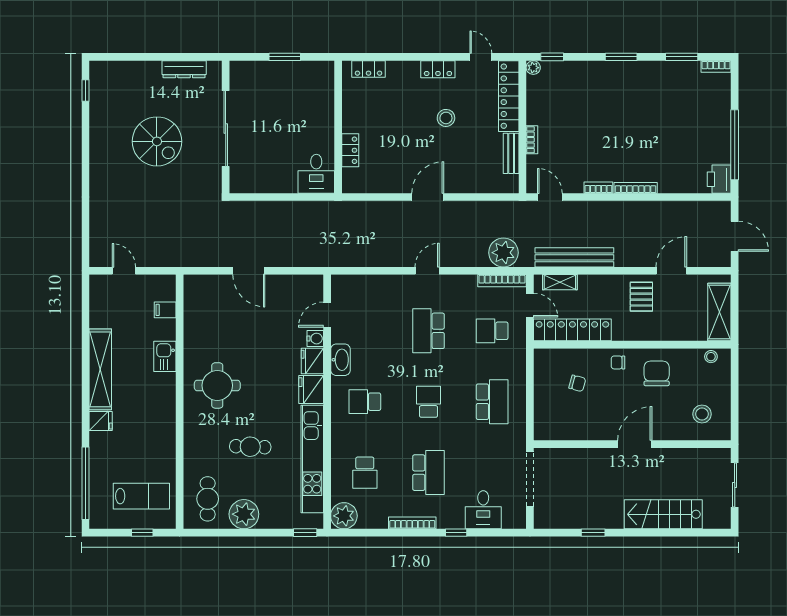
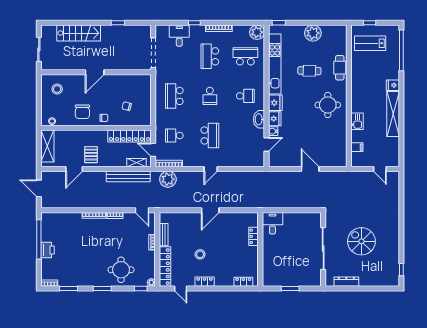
round table: (588, 90) -> (121, 270), added
printer: (719, 179) -> (48, 250), moved
school desk: (492, 331) -> (174, 135), turned 180
school desk: (365, 473) -> (245, 56), width x1.85
cafe table: (208, 499) -> (340, 68), moved

